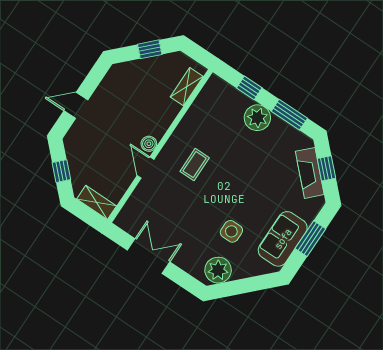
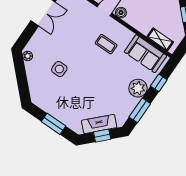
sofa: (283, 239) -> (145, 54), moved, turned 180
plant: (218, 270) -> (28, 56), width x0.53, depth x0.53

